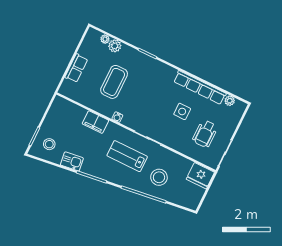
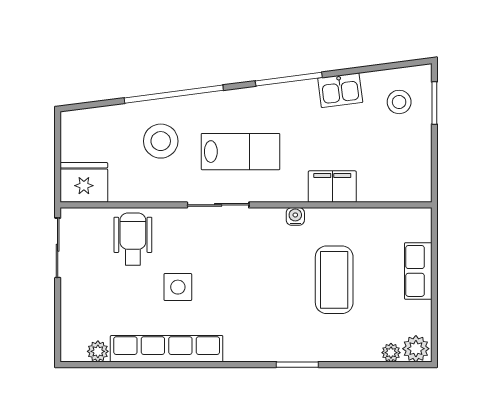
plant: (115, 46) -> (416, 349), moved
wheelchair: (205, 134) -> (133, 239), moved

